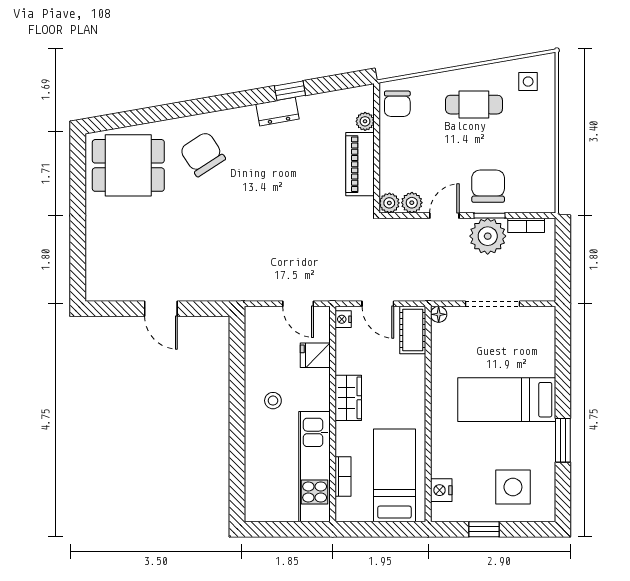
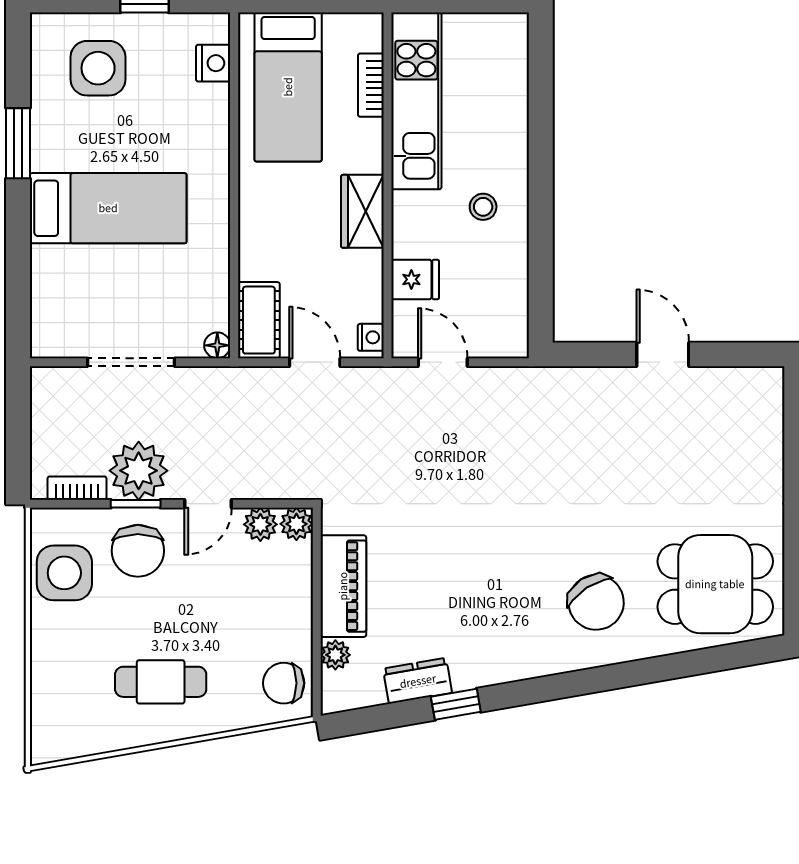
side table: (528, 82) -> (64, 573), moved, width x1.87, depth x1.87
chair: (397, 104) -> (284, 683), turned -90
dresser: (277, 112) -> (418, 681), moved

